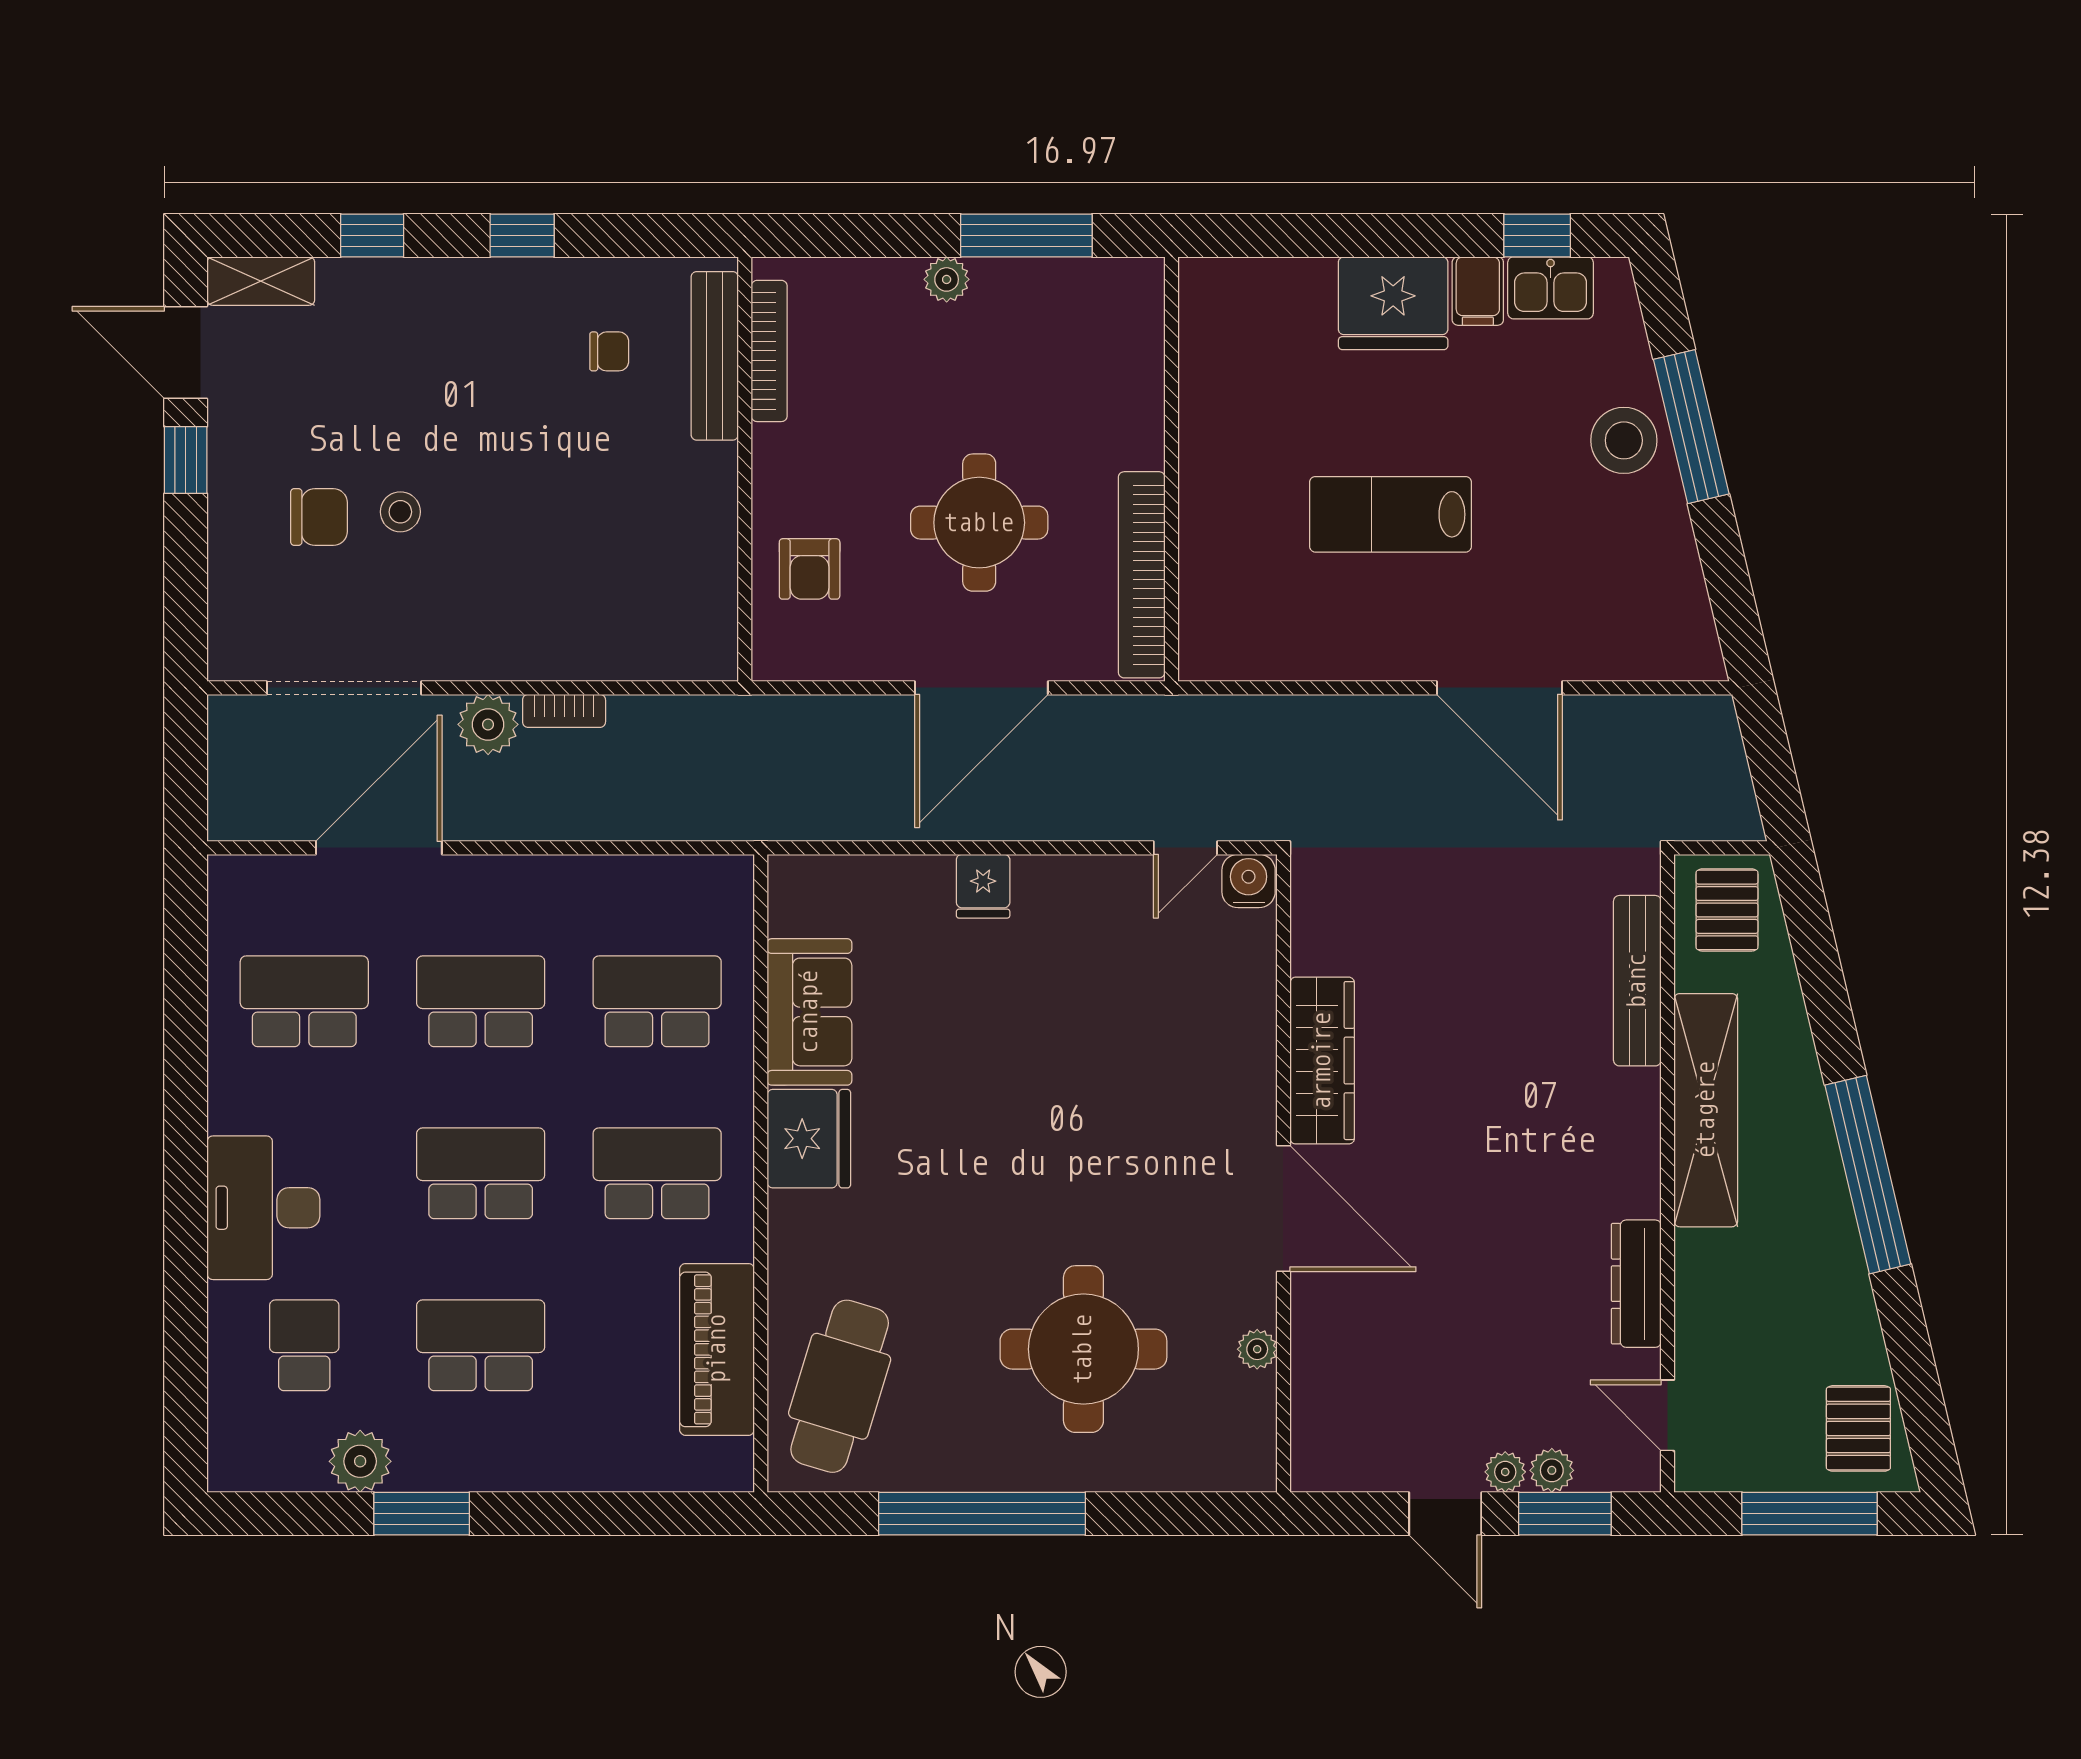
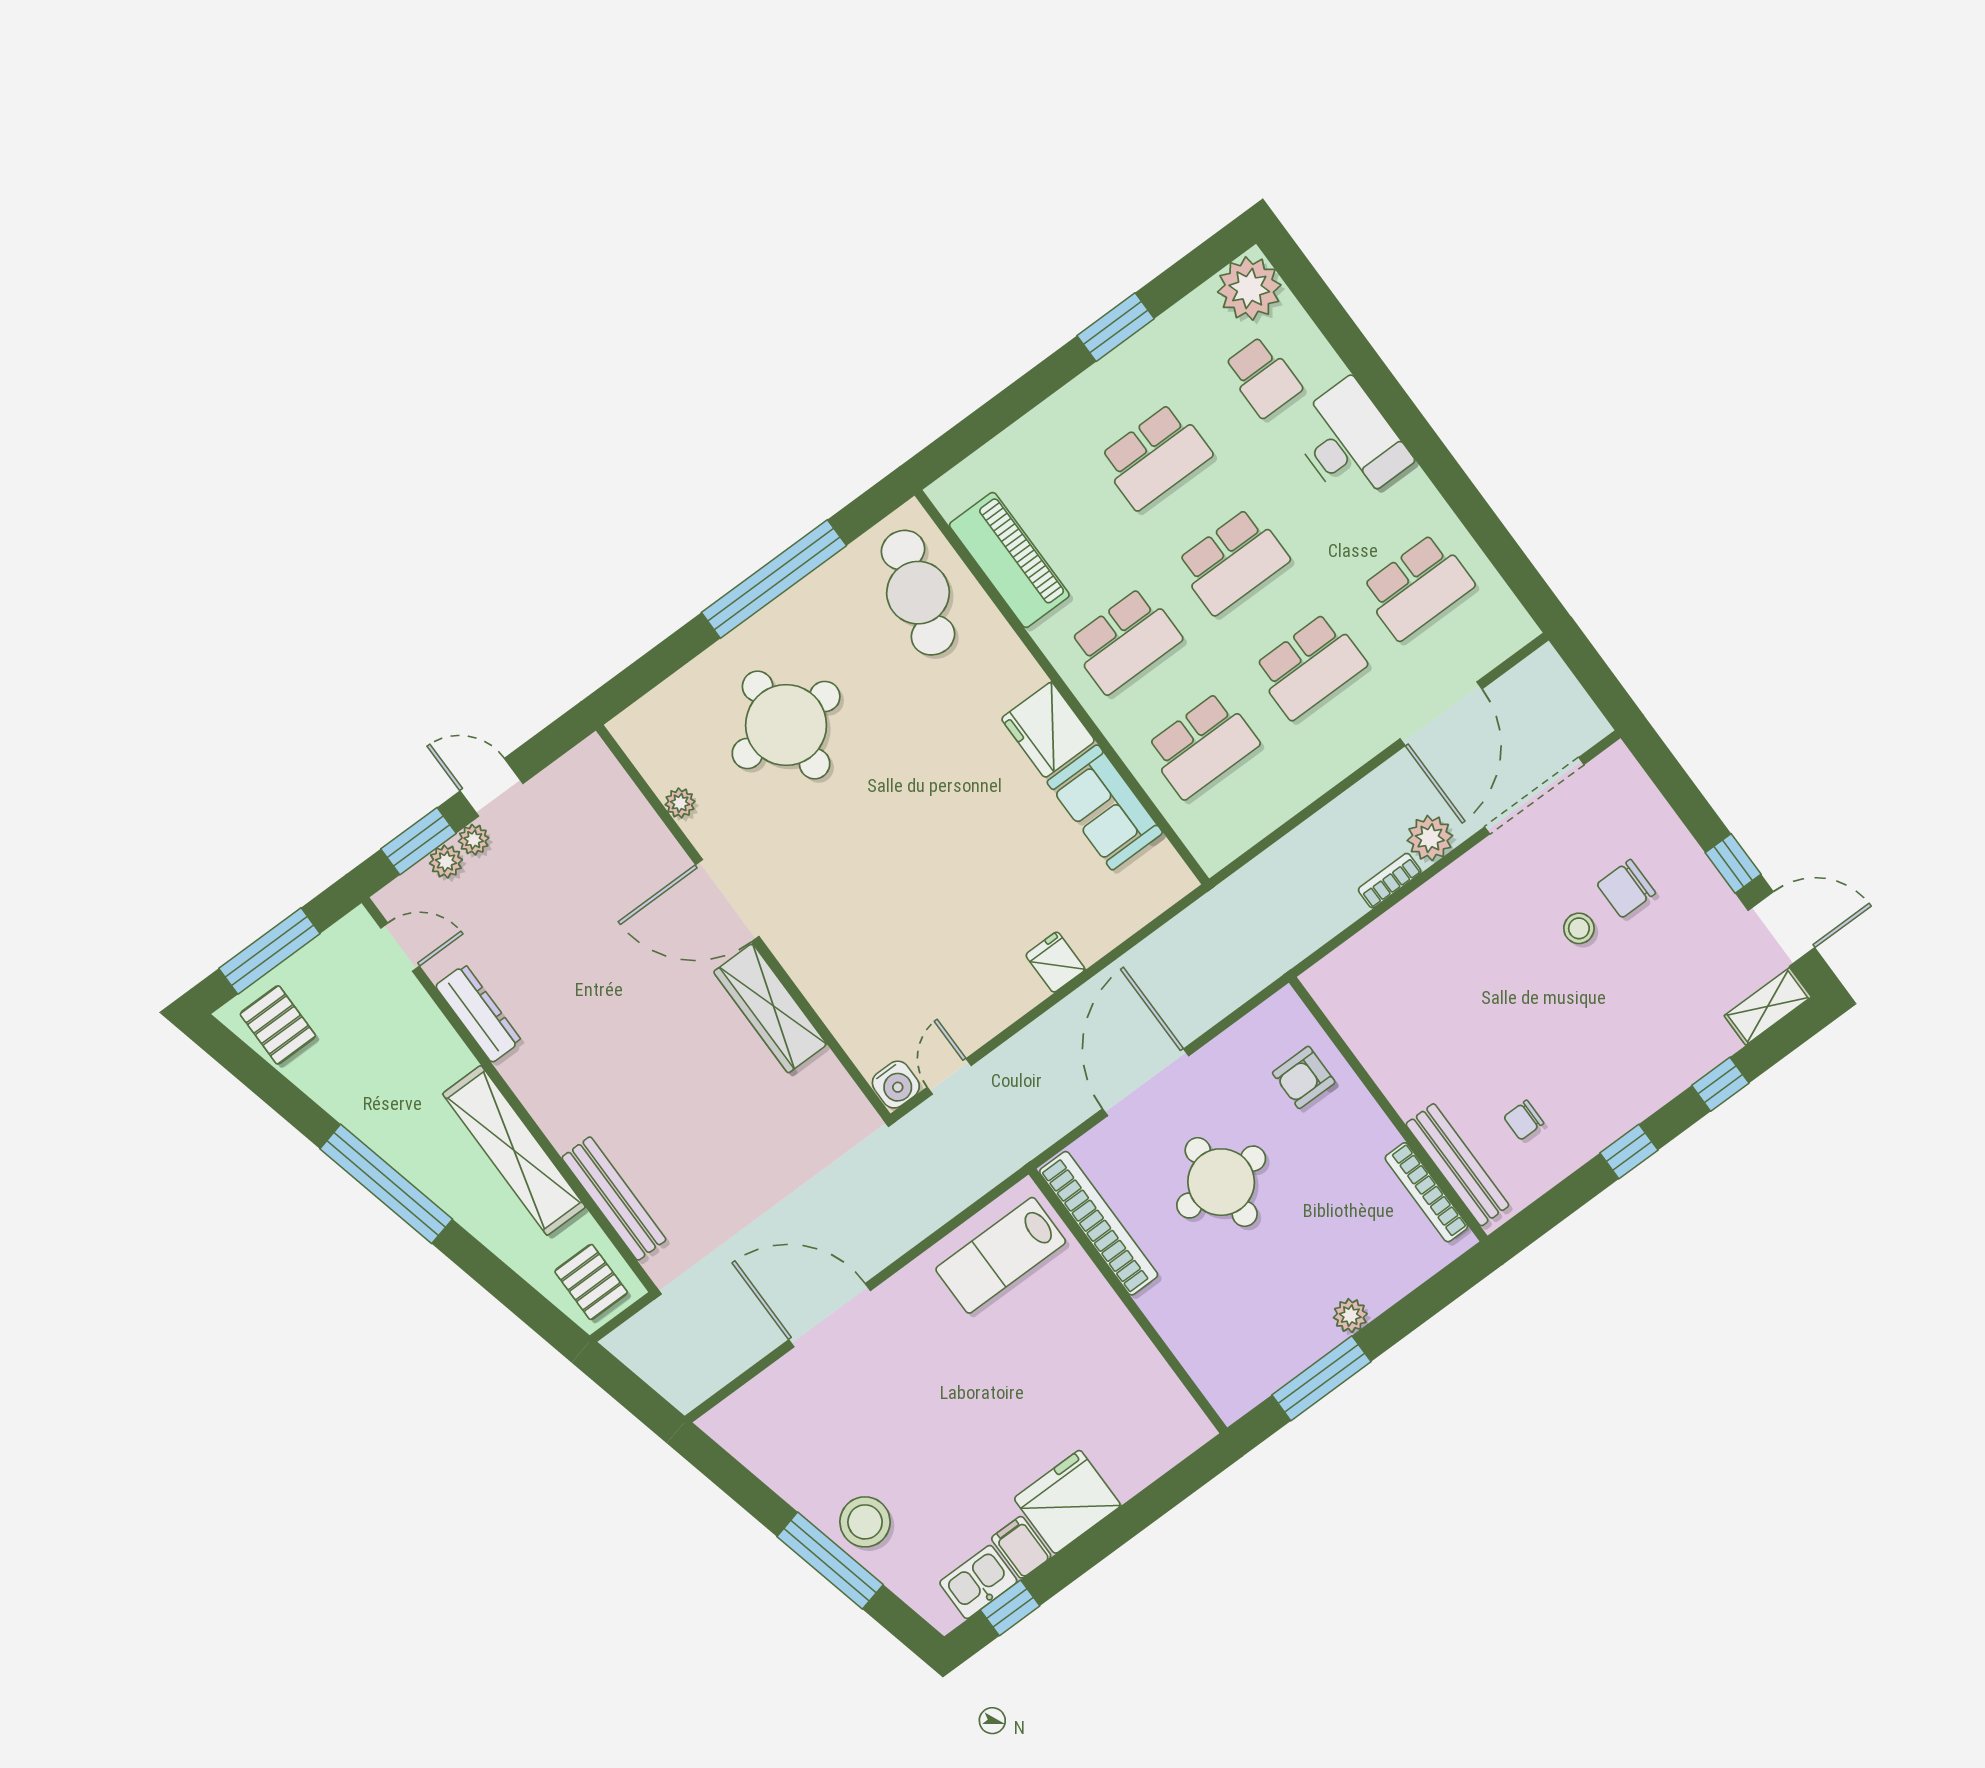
lab bench: (1391, 514) -> (1001, 1255), moved, turned 180
armchair: (810, 569) -> (1304, 1077), turned -90
plant: (360, 1461) -> (1249, 288), moved, width x1.36, depth x1.36

